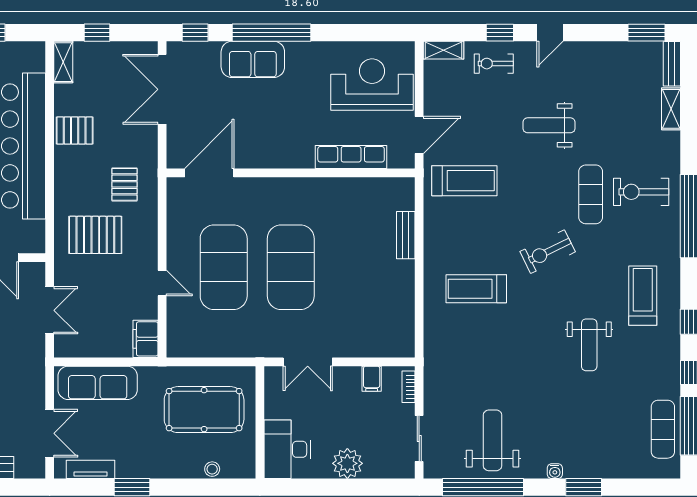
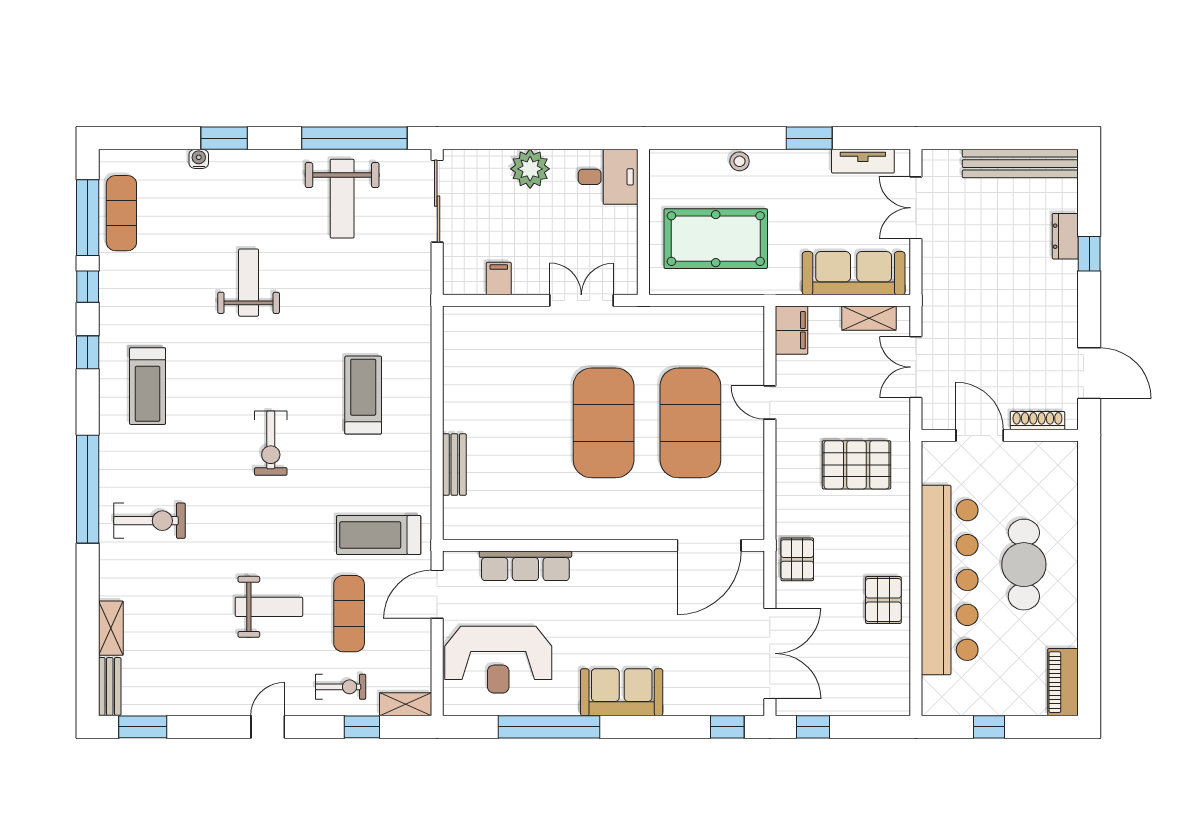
window: (97, 33) -> (813, 727), moved
window: (272, 33) -> (549, 727), moved
window: (500, 33) -> (362, 727), moved
sofa: (253, 59) -> (622, 692), moved
shelving: (63, 62) -> (869, 318), moved, turned 90
pallet: (75, 131) -> (883, 600), turned 90
pallet: (124, 184) -> (797, 559), moved
exercise mat: (591, 194) -> (349, 614), moved
exercise bike: (548, 252) -> (271, 443), turned 116
treadmill: (476, 289) -> (363, 395), turned -90
weight bench: (589, 345) -> (249, 283), moved
bookcase: (409, 387) -> (451, 268), removed
sliding door: (419, 438) -> (437, 201), width x1.37
desk: (287, 449) -> (608, 177), width x0.73
stool: (212, 469) -> (740, 161), moved
water cooler: (555, 471) -> (199, 159), moved

